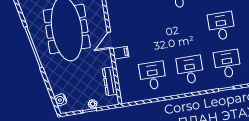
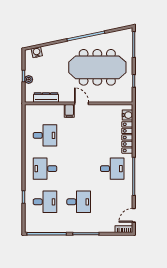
desk: (190, 70) -> (45, 169), turned 180

